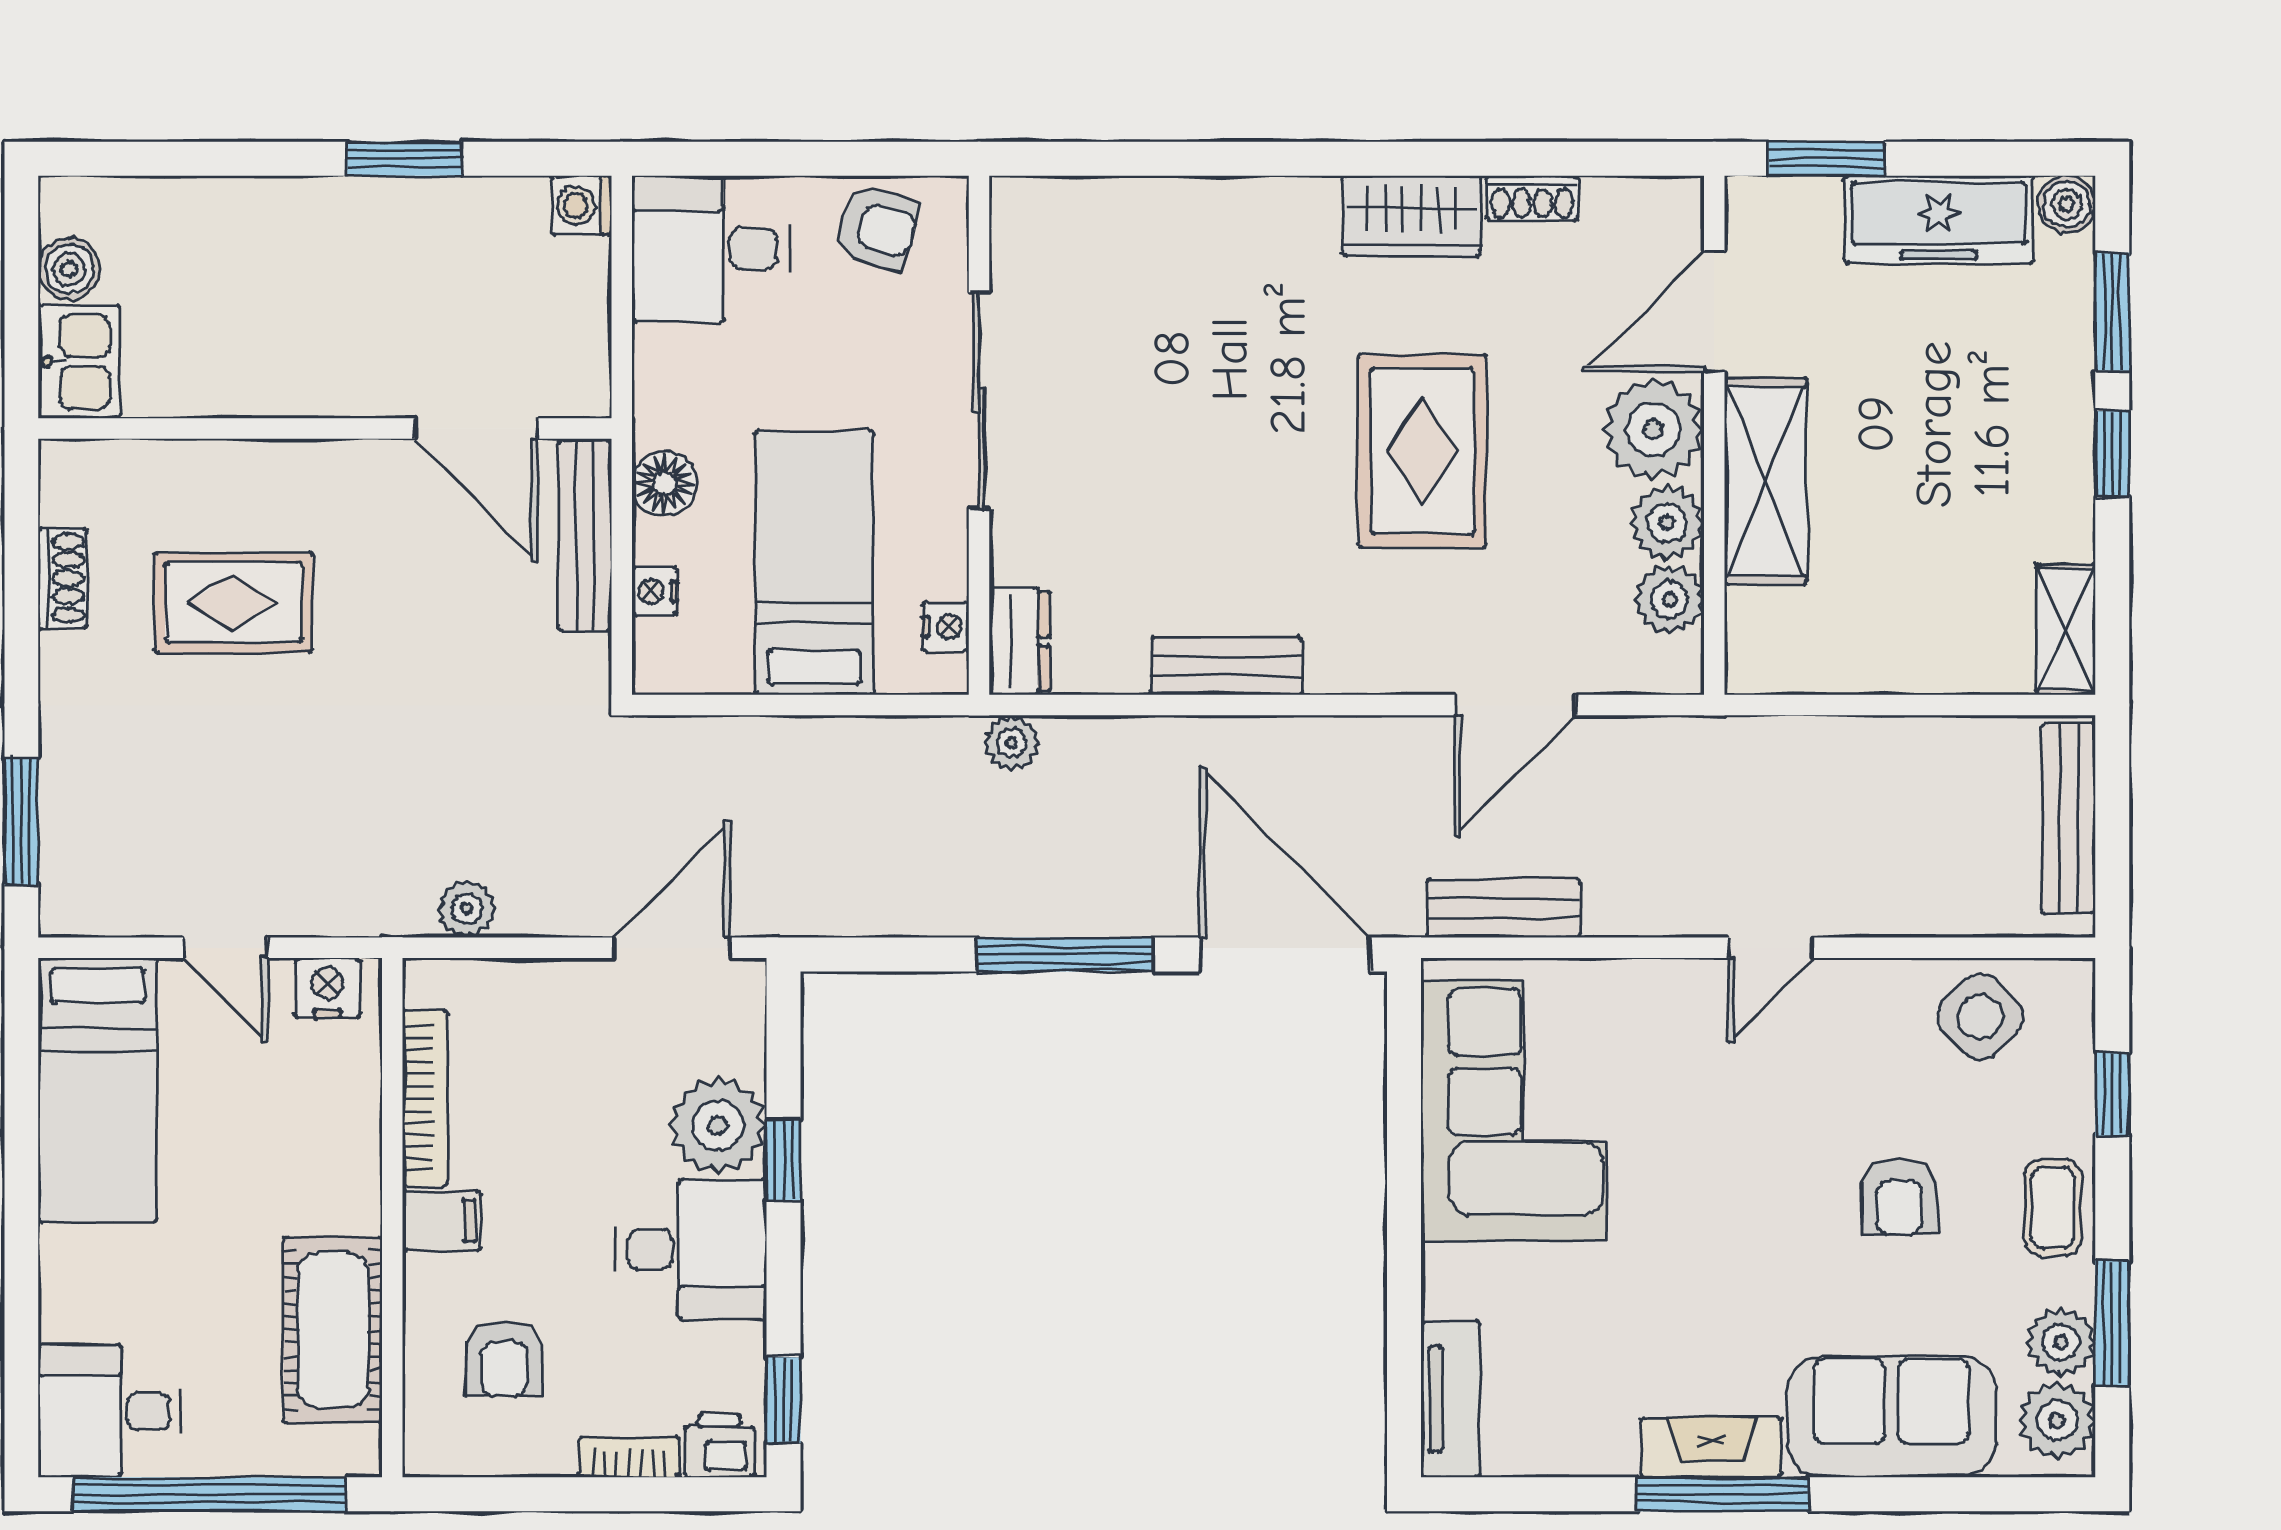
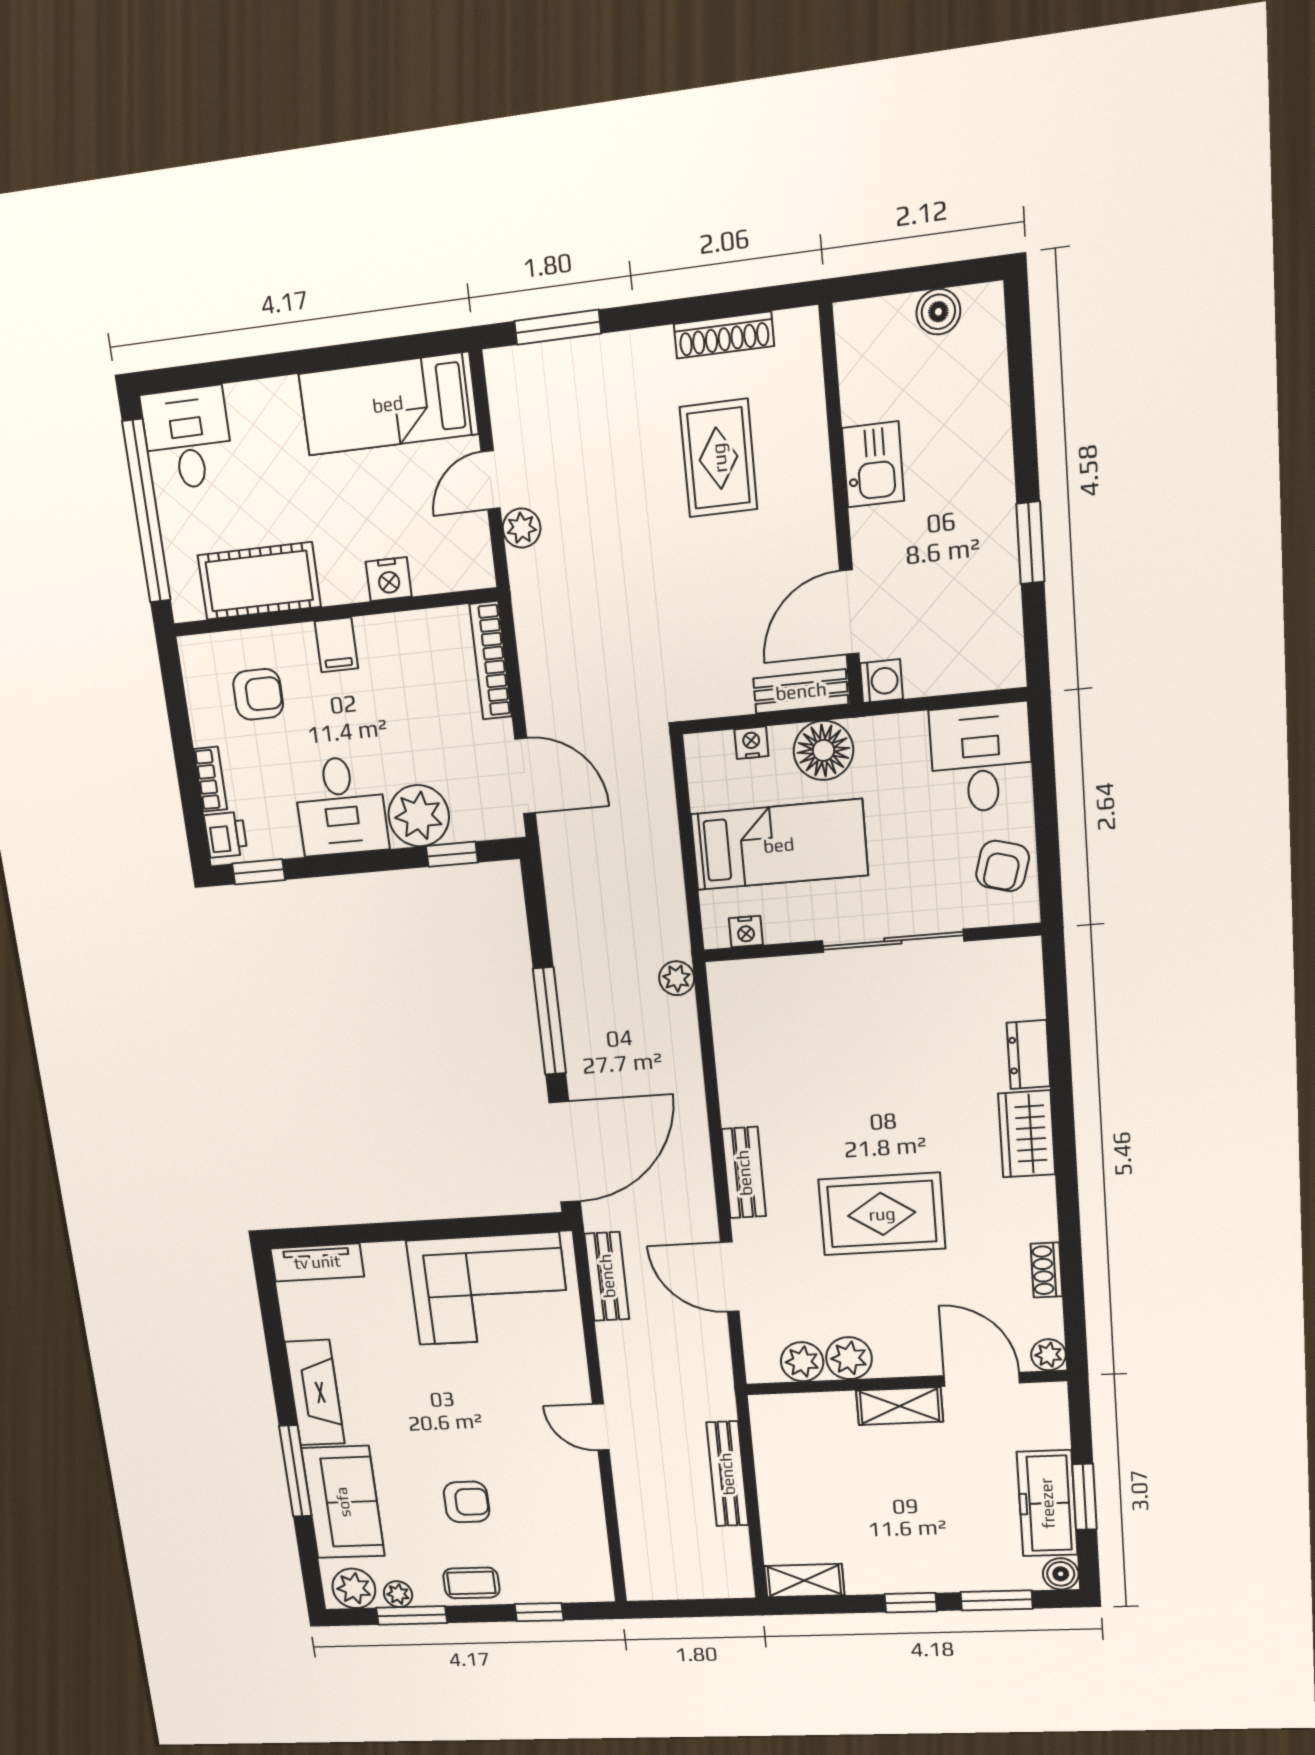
window: (1827, 159) -> (1084, 1497), moved
washing machine: (582, 205) -> (881, 681), moved, turned 90
wardrobe: (1412, 216) -> (1027, 1134), moved
kitchen sink: (79, 362) -> (873, 464), moved, turned -90
plant: (1653, 429) -> (1048, 1355), moved, width x0.53, depth x0.53
shelving: (1766, 481) -> (900, 1406), width x0.67, depth x0.75
floor lamp: (664, 483) -> (823, 750), width x1.38, depth x1.38
bench: (585, 536) -> (801, 691), width x0.73
shoe rack: (63, 578) -> (724, 335), width x1.43
dresser: (1019, 641) -> (1028, 1055), moved, turned 90
bench: (1226, 666) -> (744, 1173), moved
bench: (2069, 818) -> (727, 1474), moved, turned 90
plant: (467, 909) -> (522, 528), moved
nightstand: (328, 988) -> (389, 579), moved, turned 90
side table: (1980, 1017) -> (574, 1542), removed
bookcase: (425, 1098) -> (491, 660), moved, turned 90
window: (784, 1160) -> (452, 854), moved
armchair: (1899, 1197) -> (467, 1502), turned 180
plant: (2061, 1342) -> (398, 1594), width x0.73, depth x0.73
armchair: (504, 1358) -> (258, 694), turned 180
fireplace: (1711, 1447) -> (315, 1393), width x1.37, depth x1.32
window: (1723, 1494) -> (295, 1471), moved

